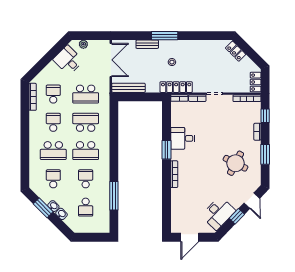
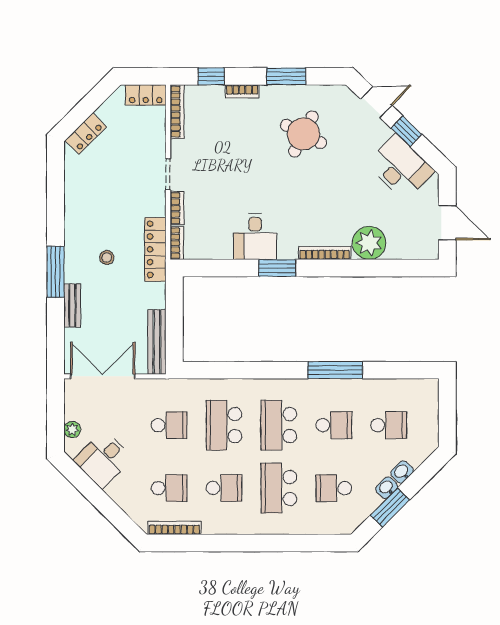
school desk: (53, 94) -> (169, 488), turned 180
school desk: (86, 94) -> (169, 425), width x0.54
school desk: (53, 122) -> (224, 488), turned 180
school desk: (53, 151) -> (279, 488), turned 180
school desk: (86, 151) -> (279, 425), turned 180
school desk: (86, 179) -> (334, 425), turned 180
window: (114, 196) -> (335, 370), moved
plant: (179, 197) -> (369, 243), added

